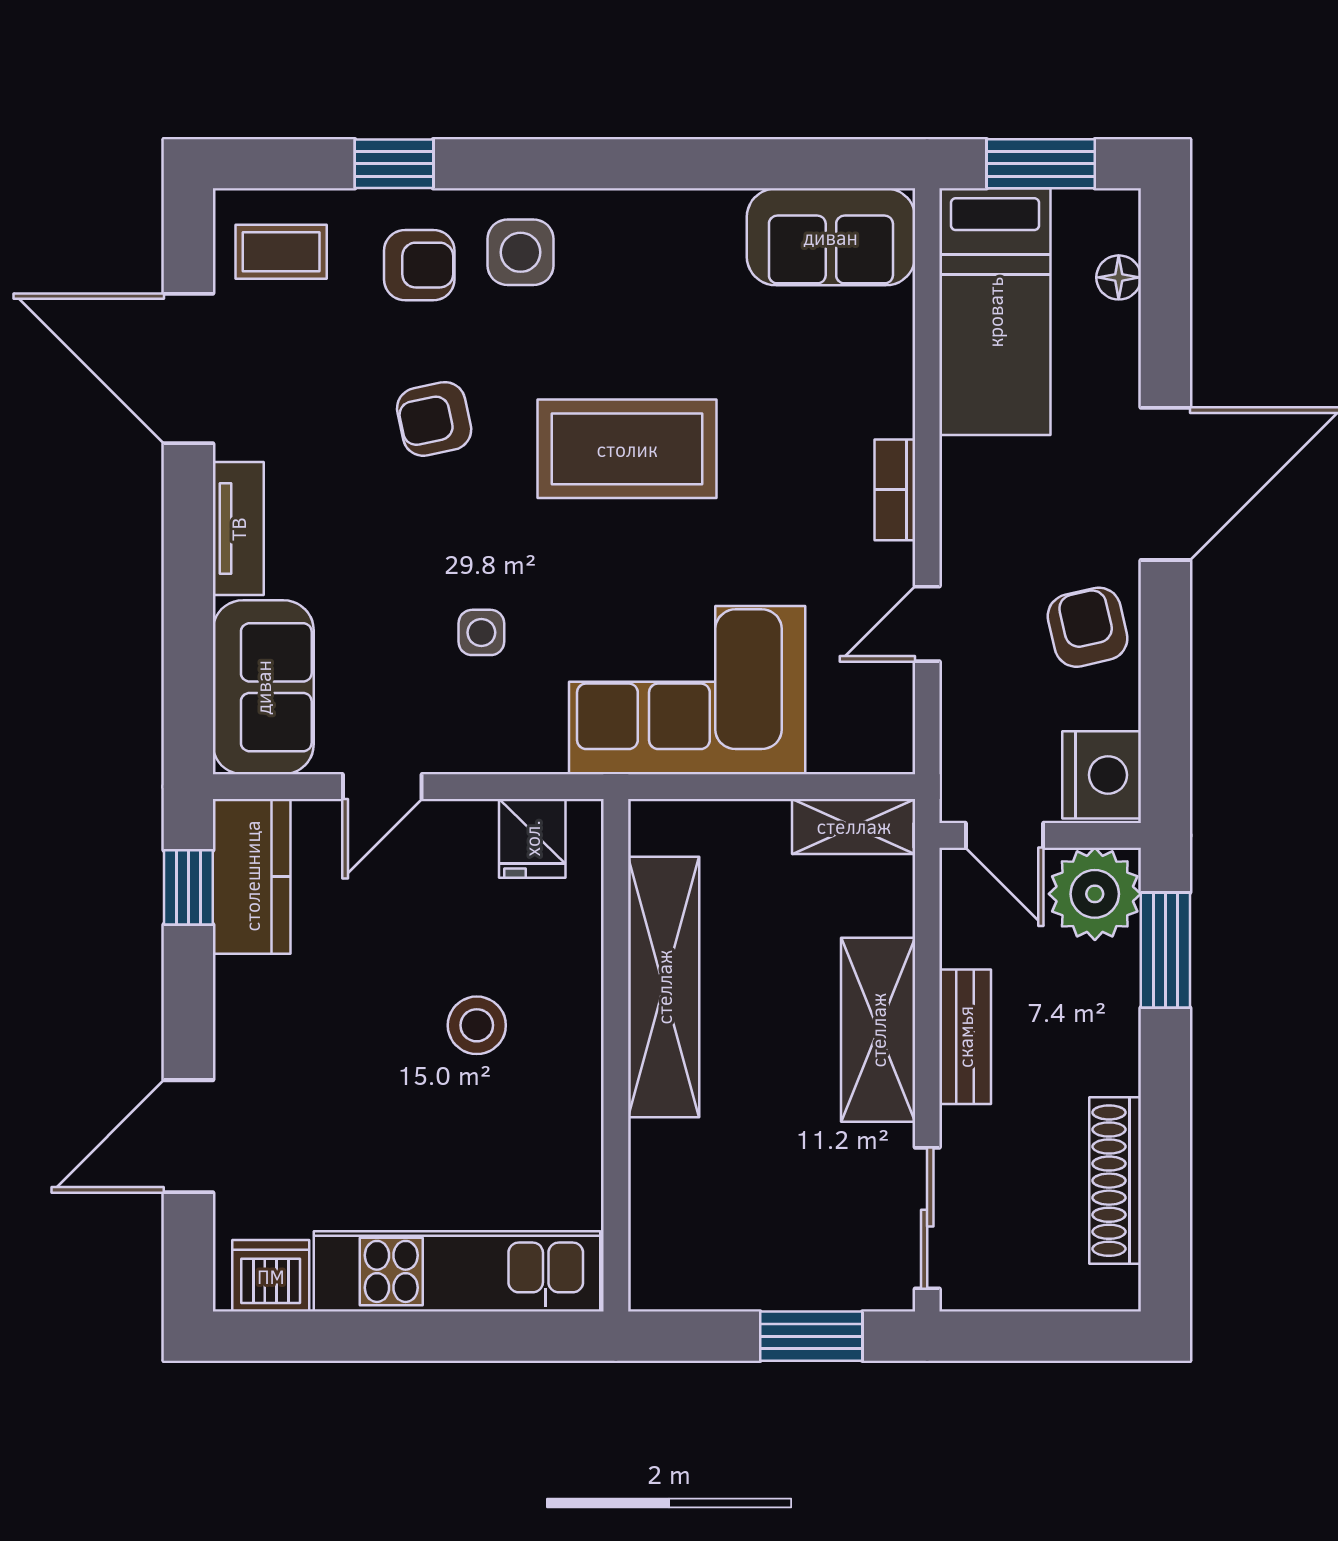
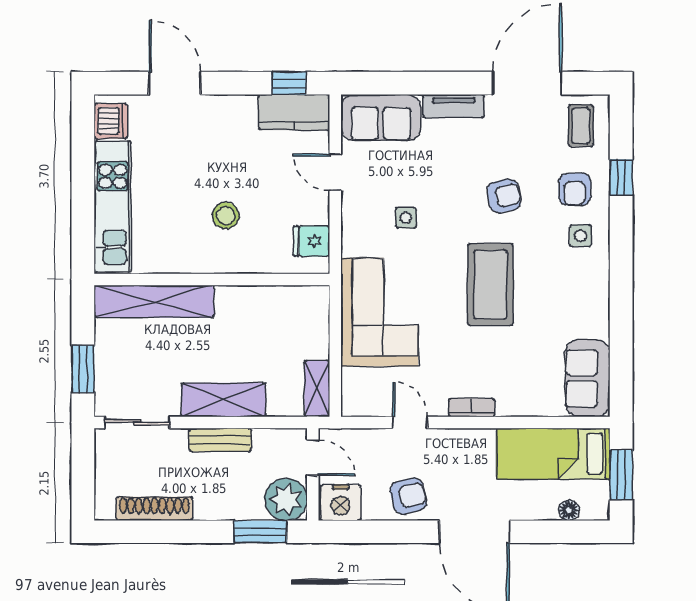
side table: (521, 252) -> (581, 236), width x0.73, depth x0.73
armchair: (434, 419) -> (504, 196), turned 91
door: (1005, 835) -> (313, 458), swing flipped
shelving: (664, 987) -> (154, 301), moved

